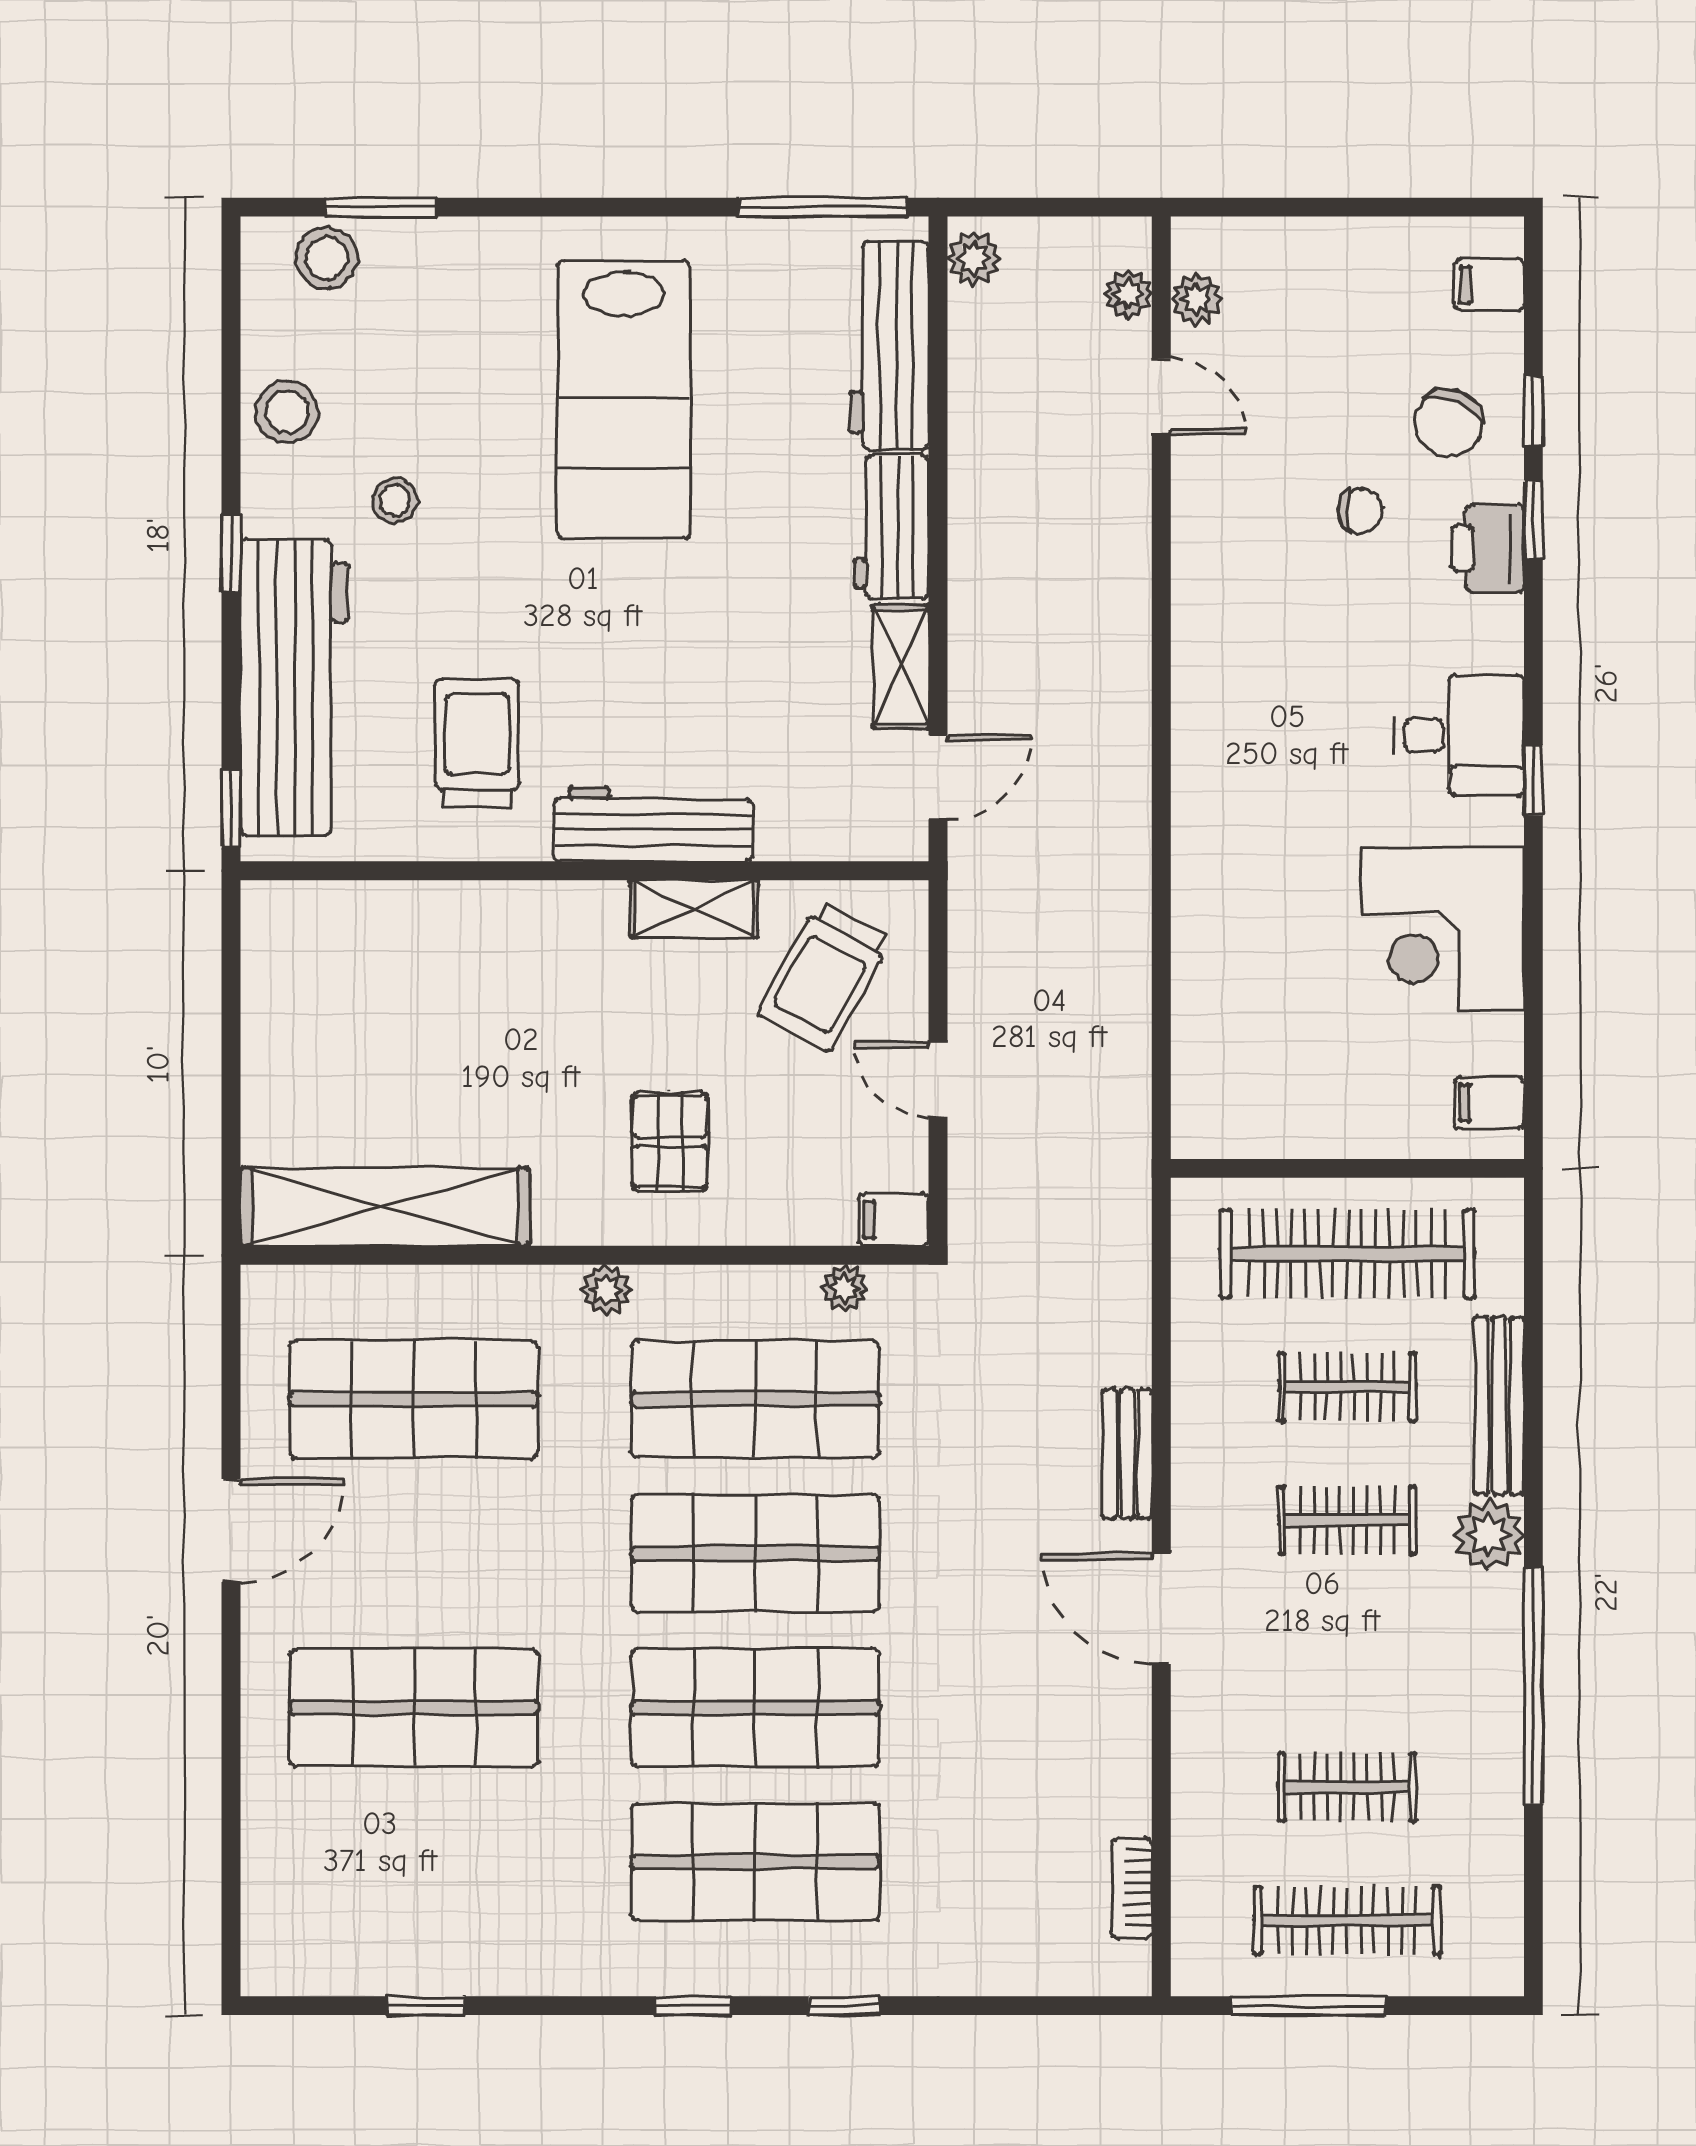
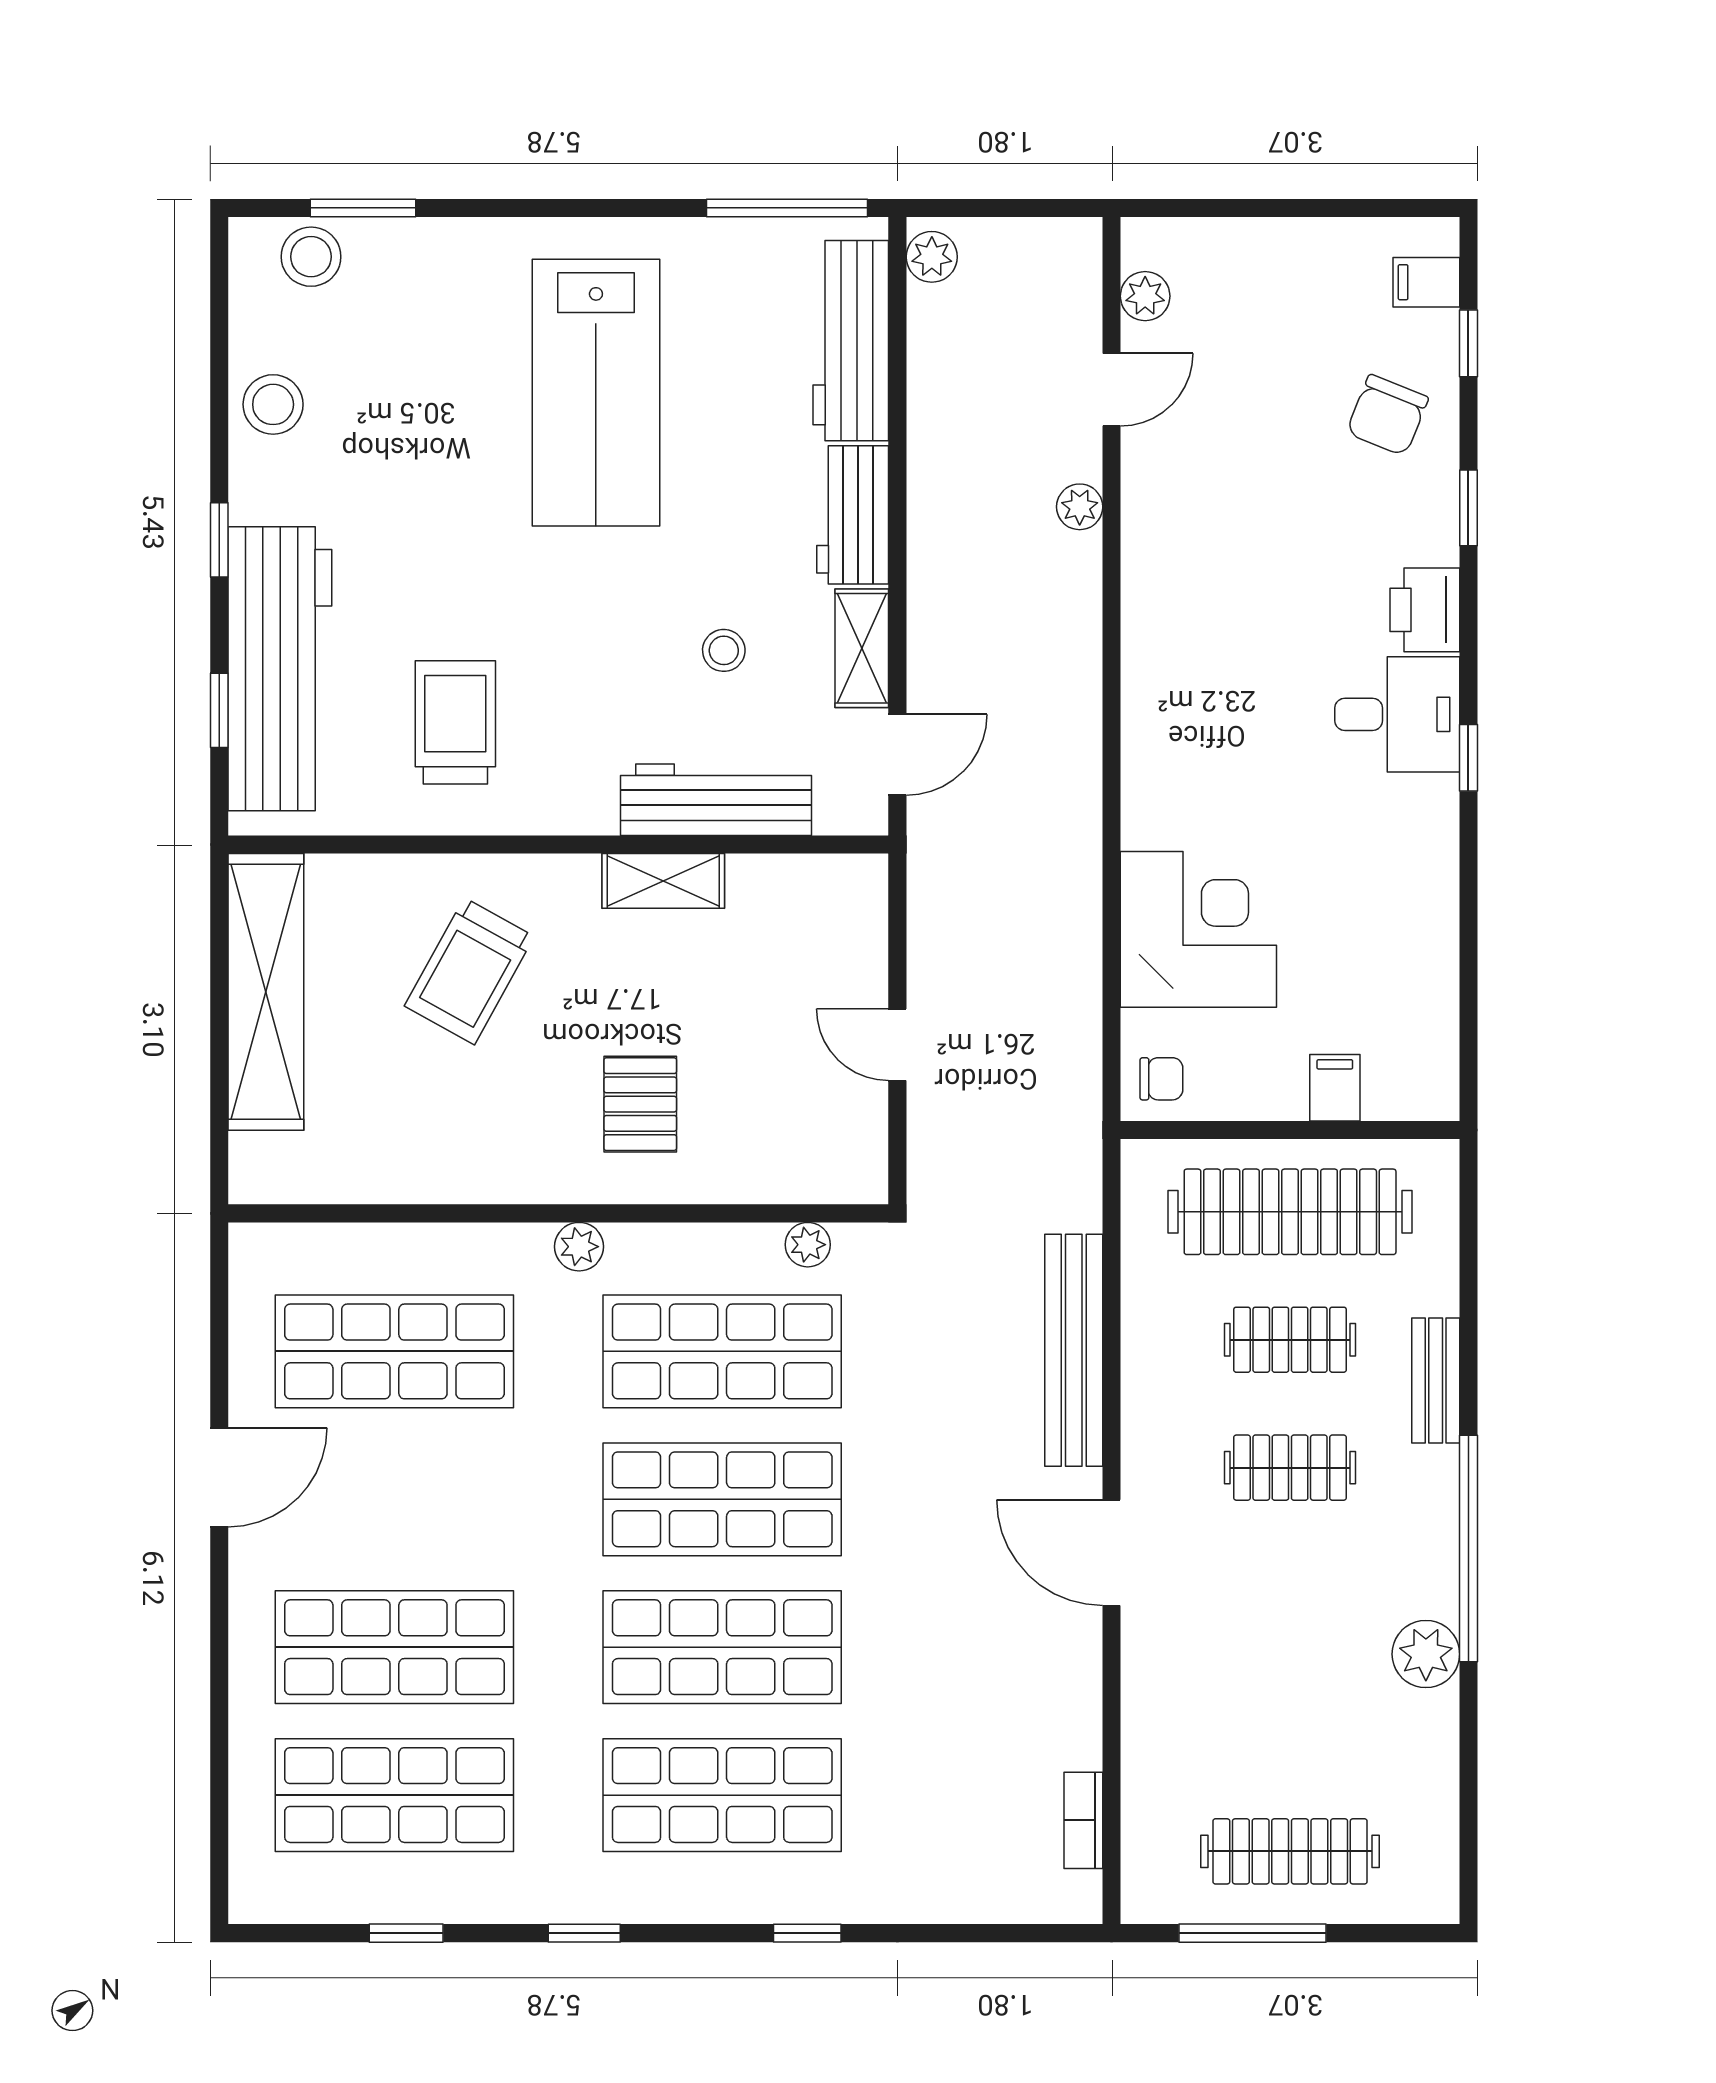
plant: (1128, 294) -> (1080, 507), moved
door: (1161, 397) -> (1112, 390), hinge flipped
window: (1533, 411) -> (1468, 343), moved
stool: (395, 500) -> (724, 650), moved
chair: (1360, 511) -> (1161, 1079), moved
printer: (1488, 548) -> (1425, 610), moved
window: (231, 809) -> (219, 710), moved
workbench: (653, 824) -> (716, 800), moved
corner desk: (1443, 929) -> (1198, 929), moved, turned 180
trolley: (824, 976) -> (469, 971), moved
filing cabinet: (1489, 1103) -> (1335, 1088), moved, turned 90
shelving: (385, 1207) -> (266, 992), moved, turned 90
filing cabinet: (894, 1220) -> (855, 1179), removed
bench: (1499, 1406) -> (1436, 1380), width x0.73
bench: (1127, 1454) -> (1074, 1350), width x1.86, depth x1.21
plant: (1489, 1535) -> (1426, 1654), moved
window: (1533, 1686) -> (1468, 1548), moved
clothes rail: (1347, 1787) -> (1290, 1723), removed
shop shelf: (414, 1862) -> (394, 1795), added
window: (693, 2006) -> (584, 1933), moved

